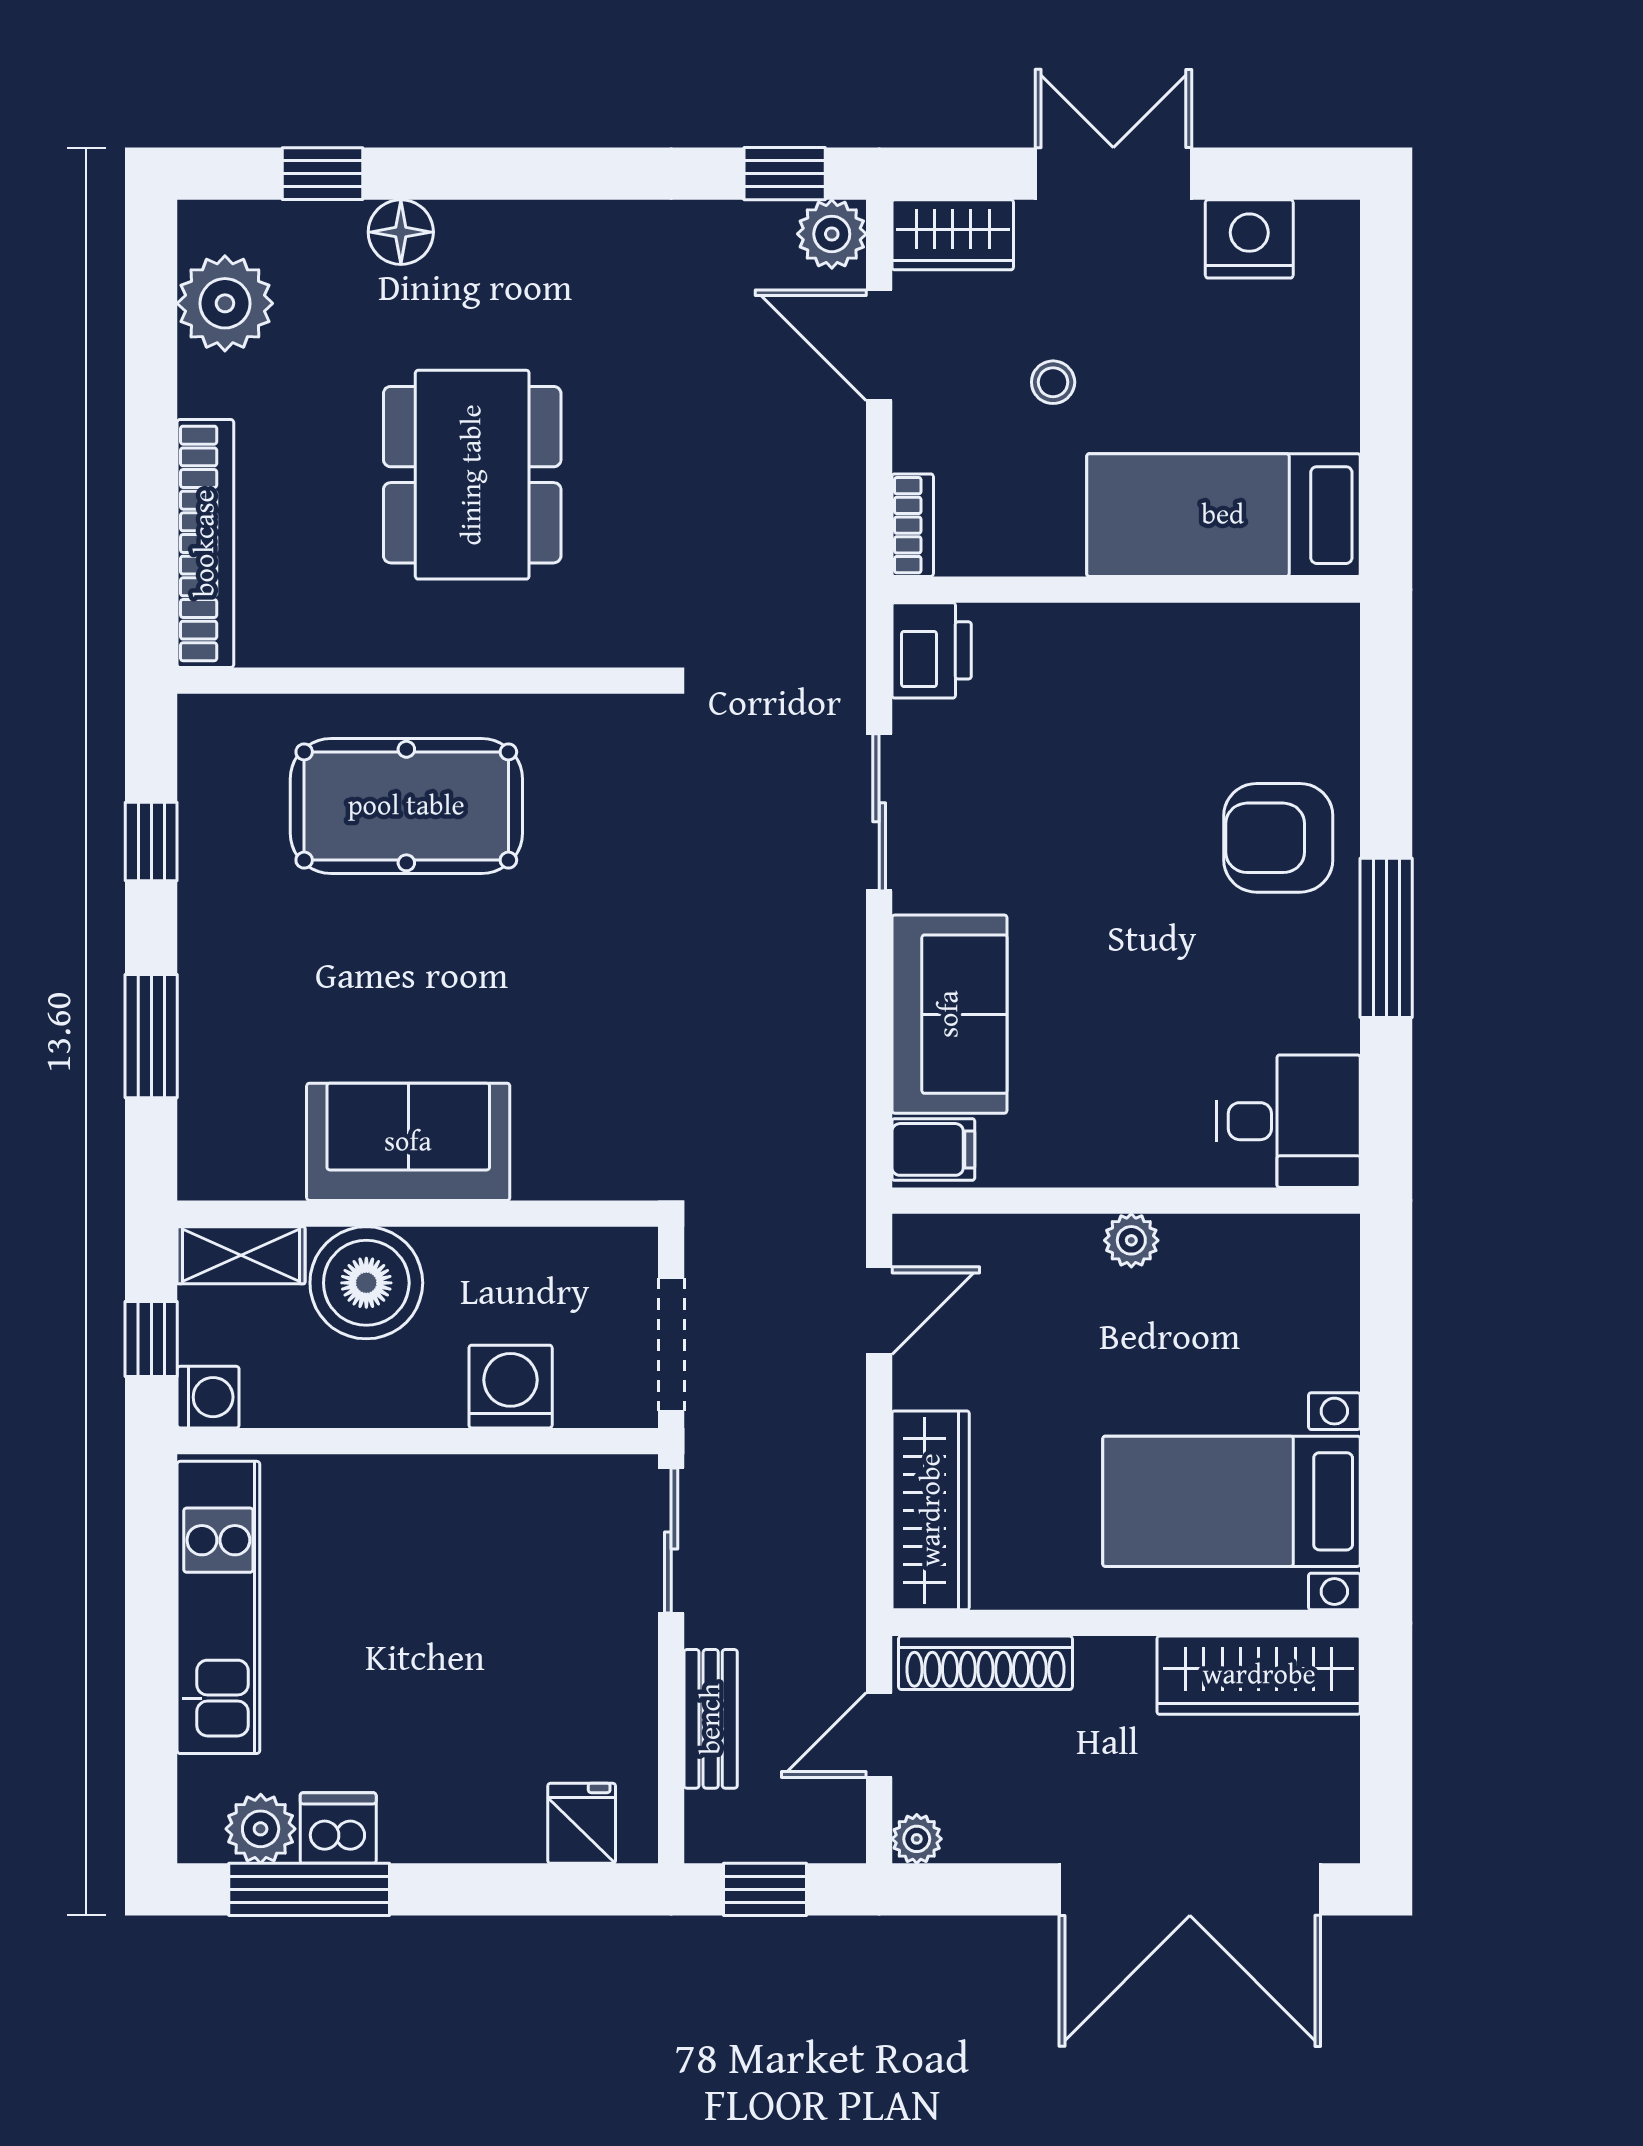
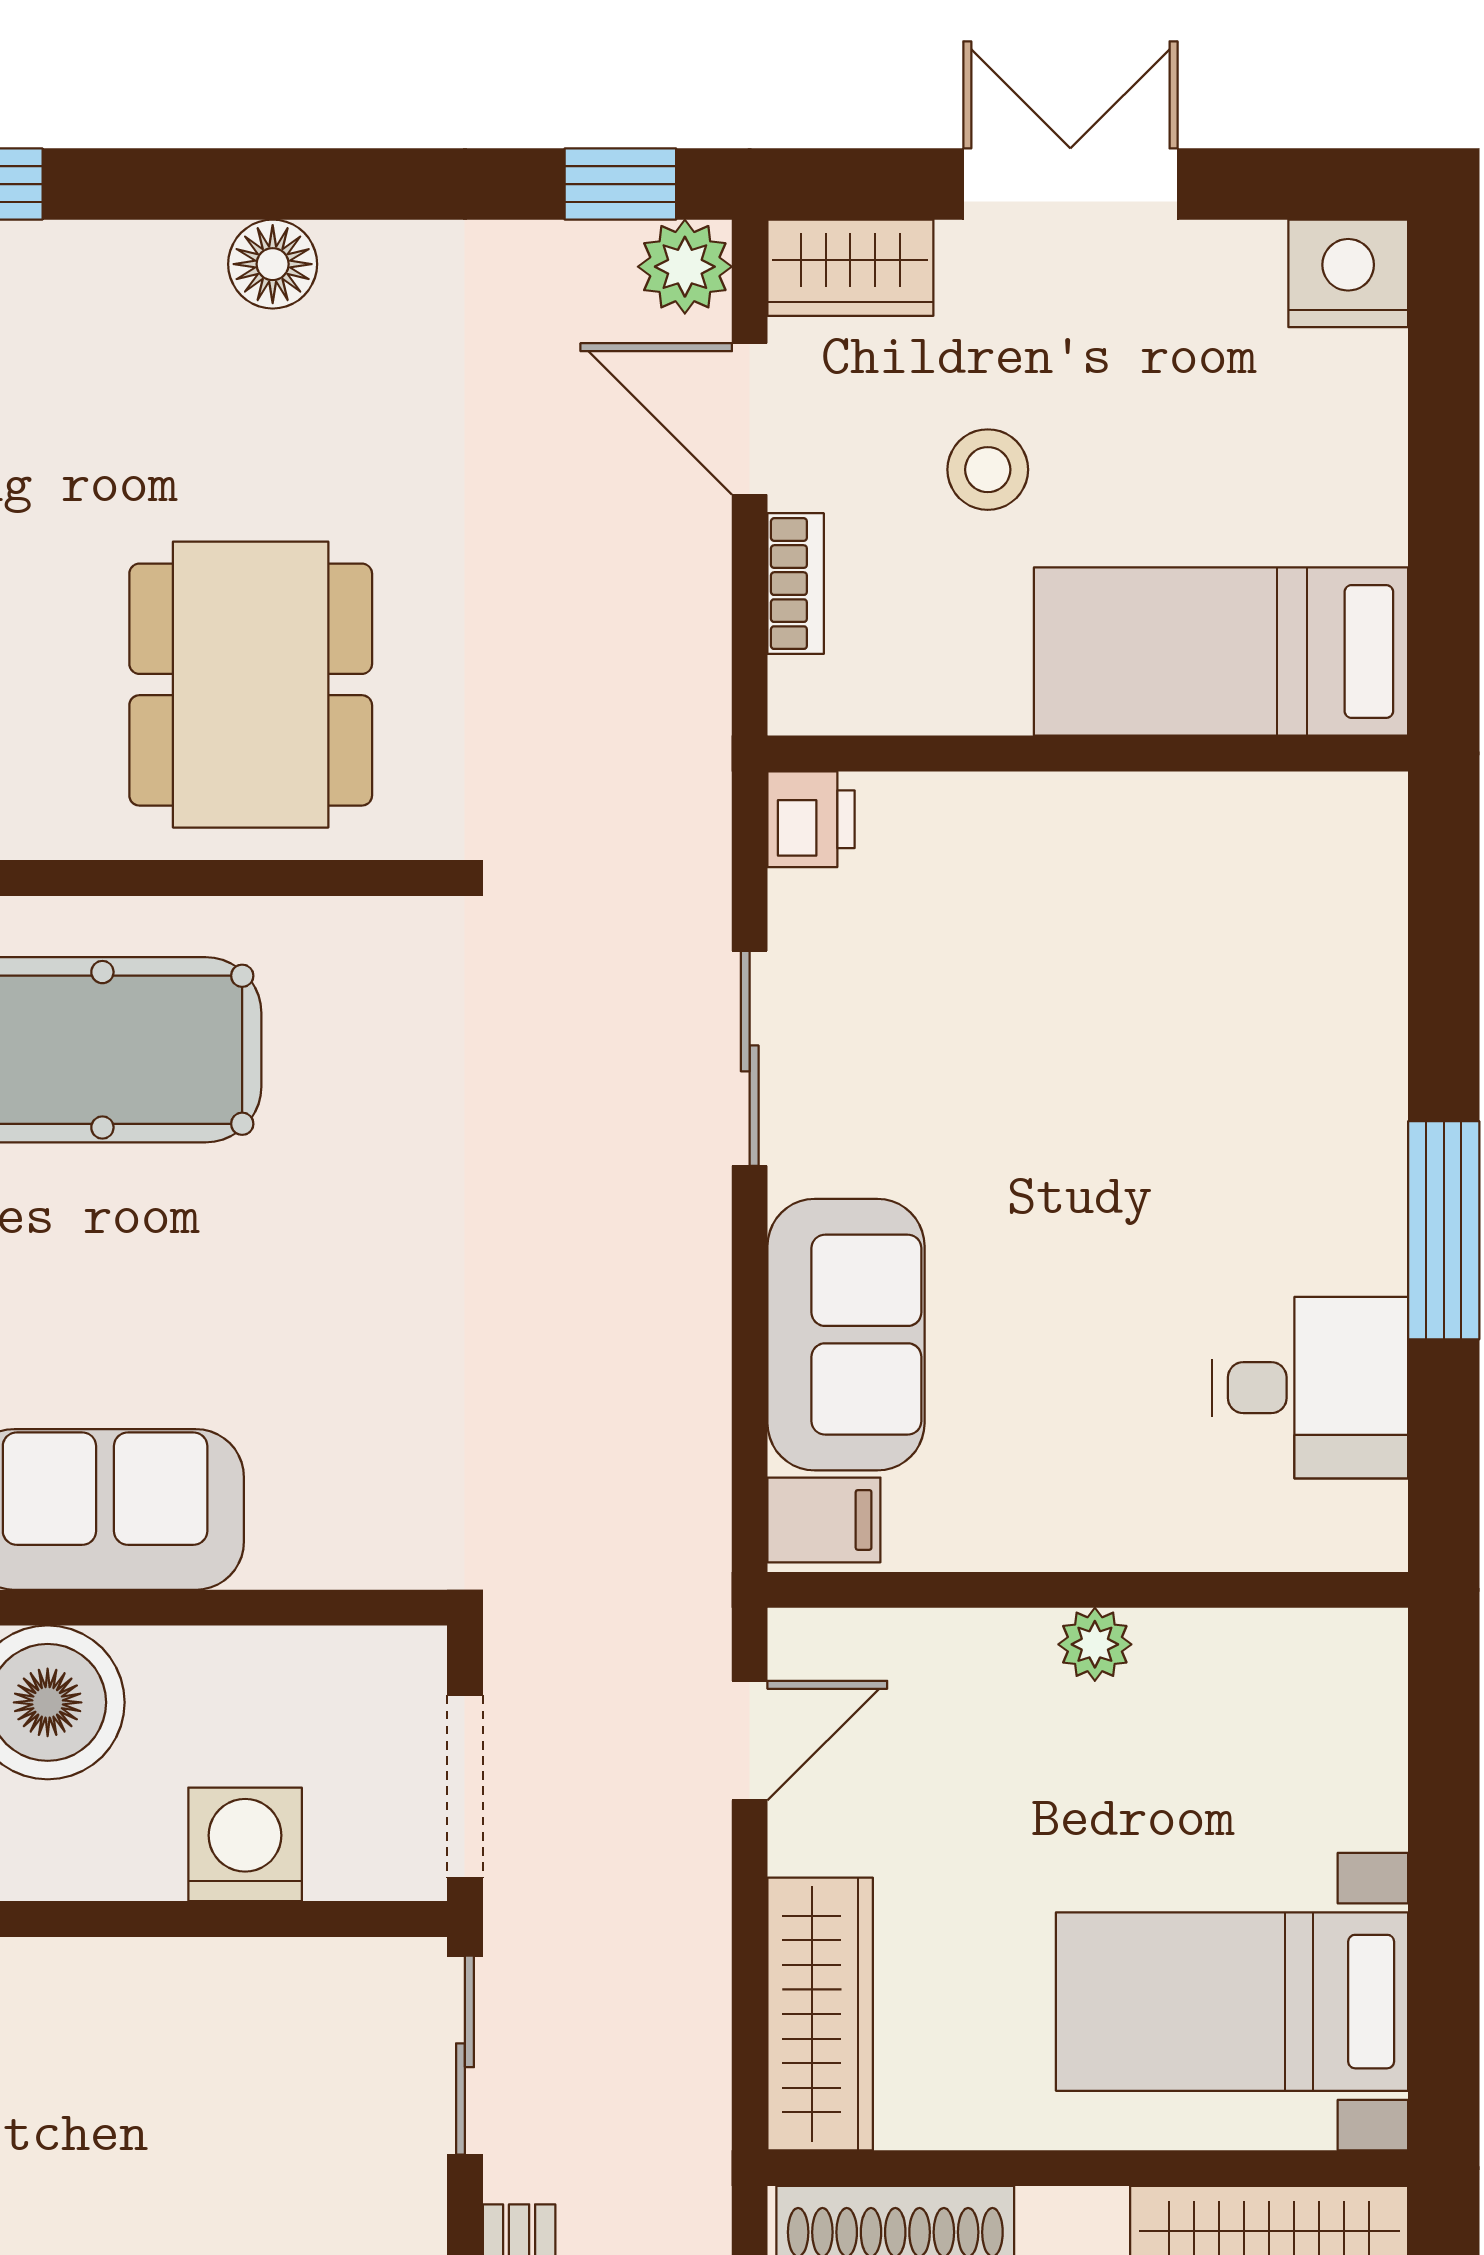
floor lamp: (401, 232) -> (273, 264), moved
nightstand: (1249, 239) -> (1348, 273), moved
stool: (1053, 382) -> (988, 470), width x1.37, depth x1.37
dining table: (472, 475) -> (251, 685), moved
bookcase: (913, 525) -> (796, 584), moved
printer: (932, 650) -> (811, 819), width x0.73, depth x0.81
armchair: (1278, 838) -> (1296, 1093), removed
desk: (1289, 1121) -> (1310, 1388), moved

